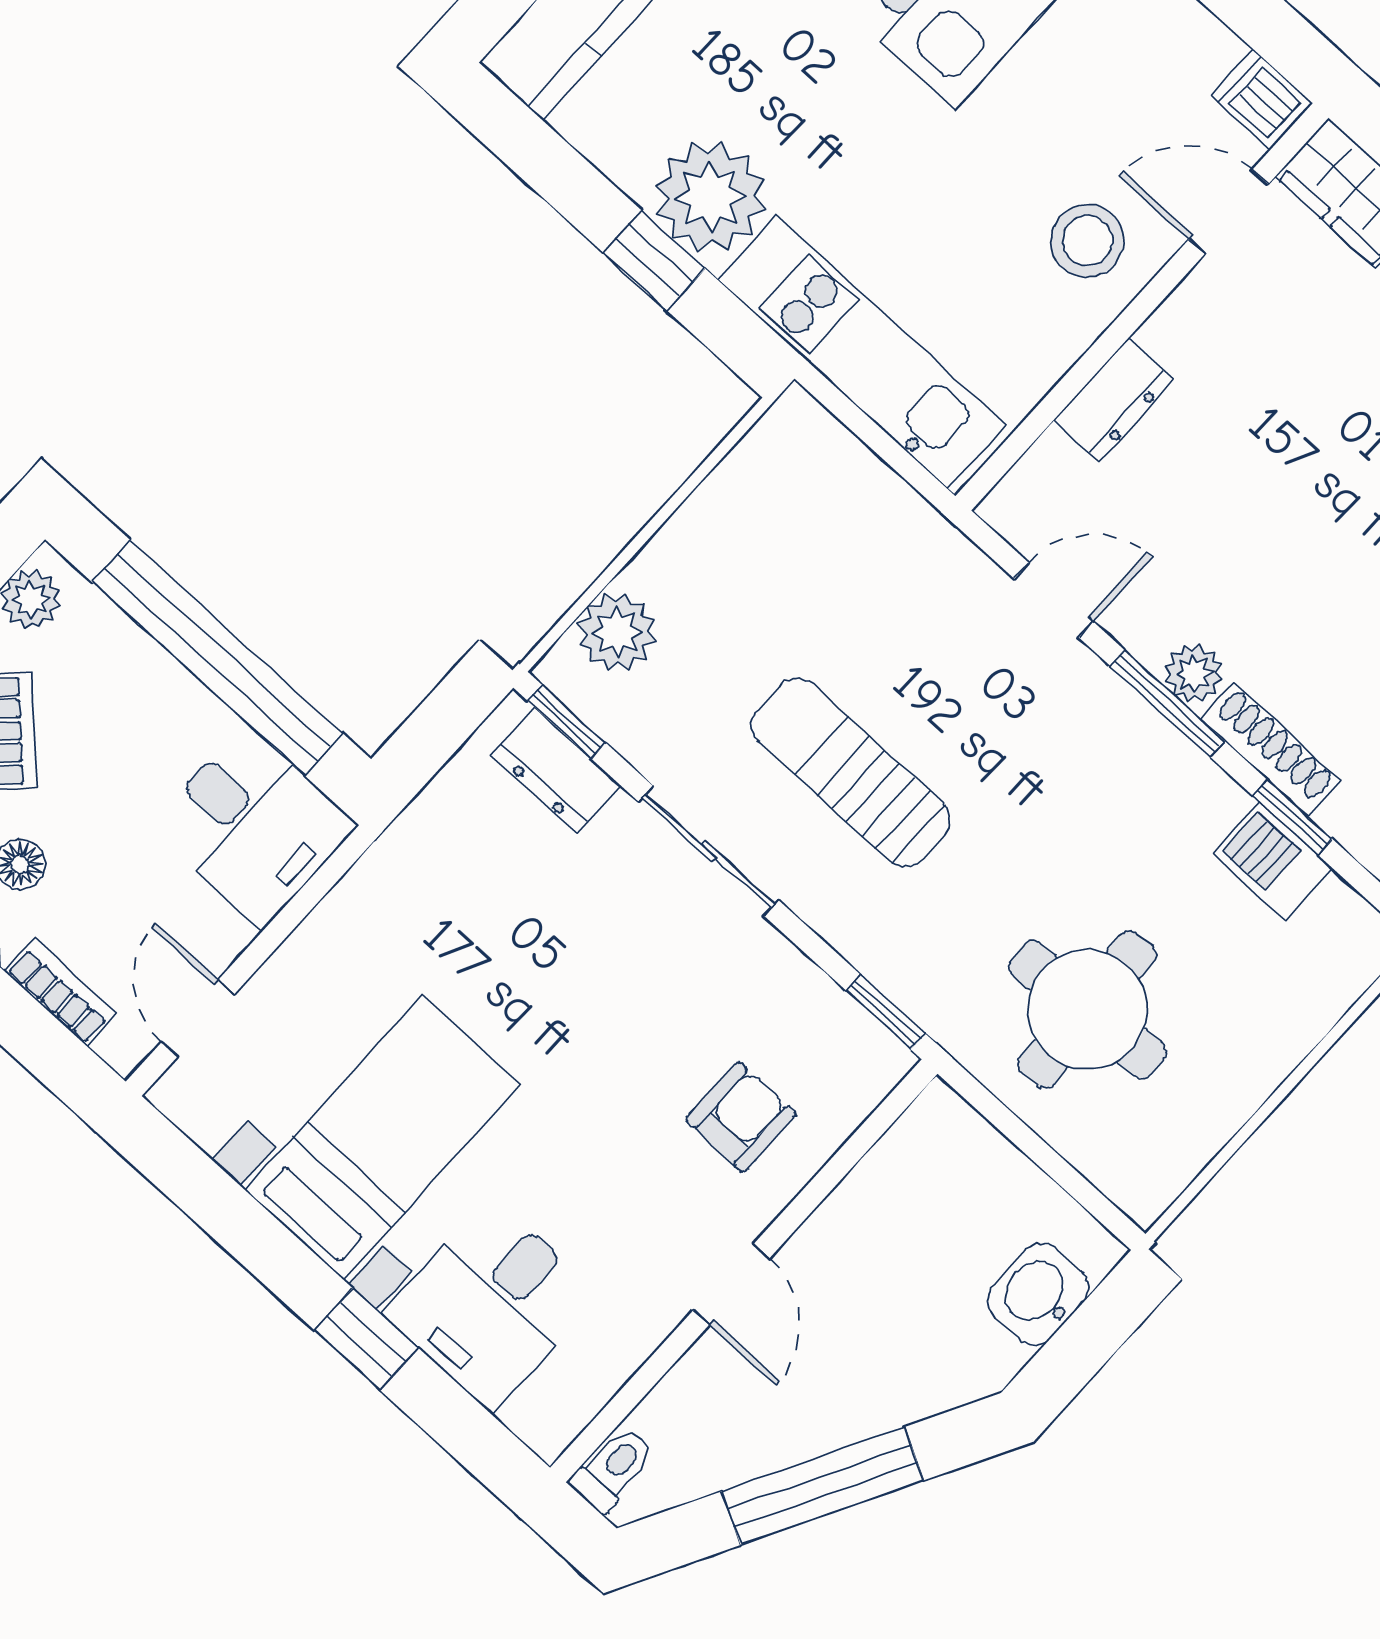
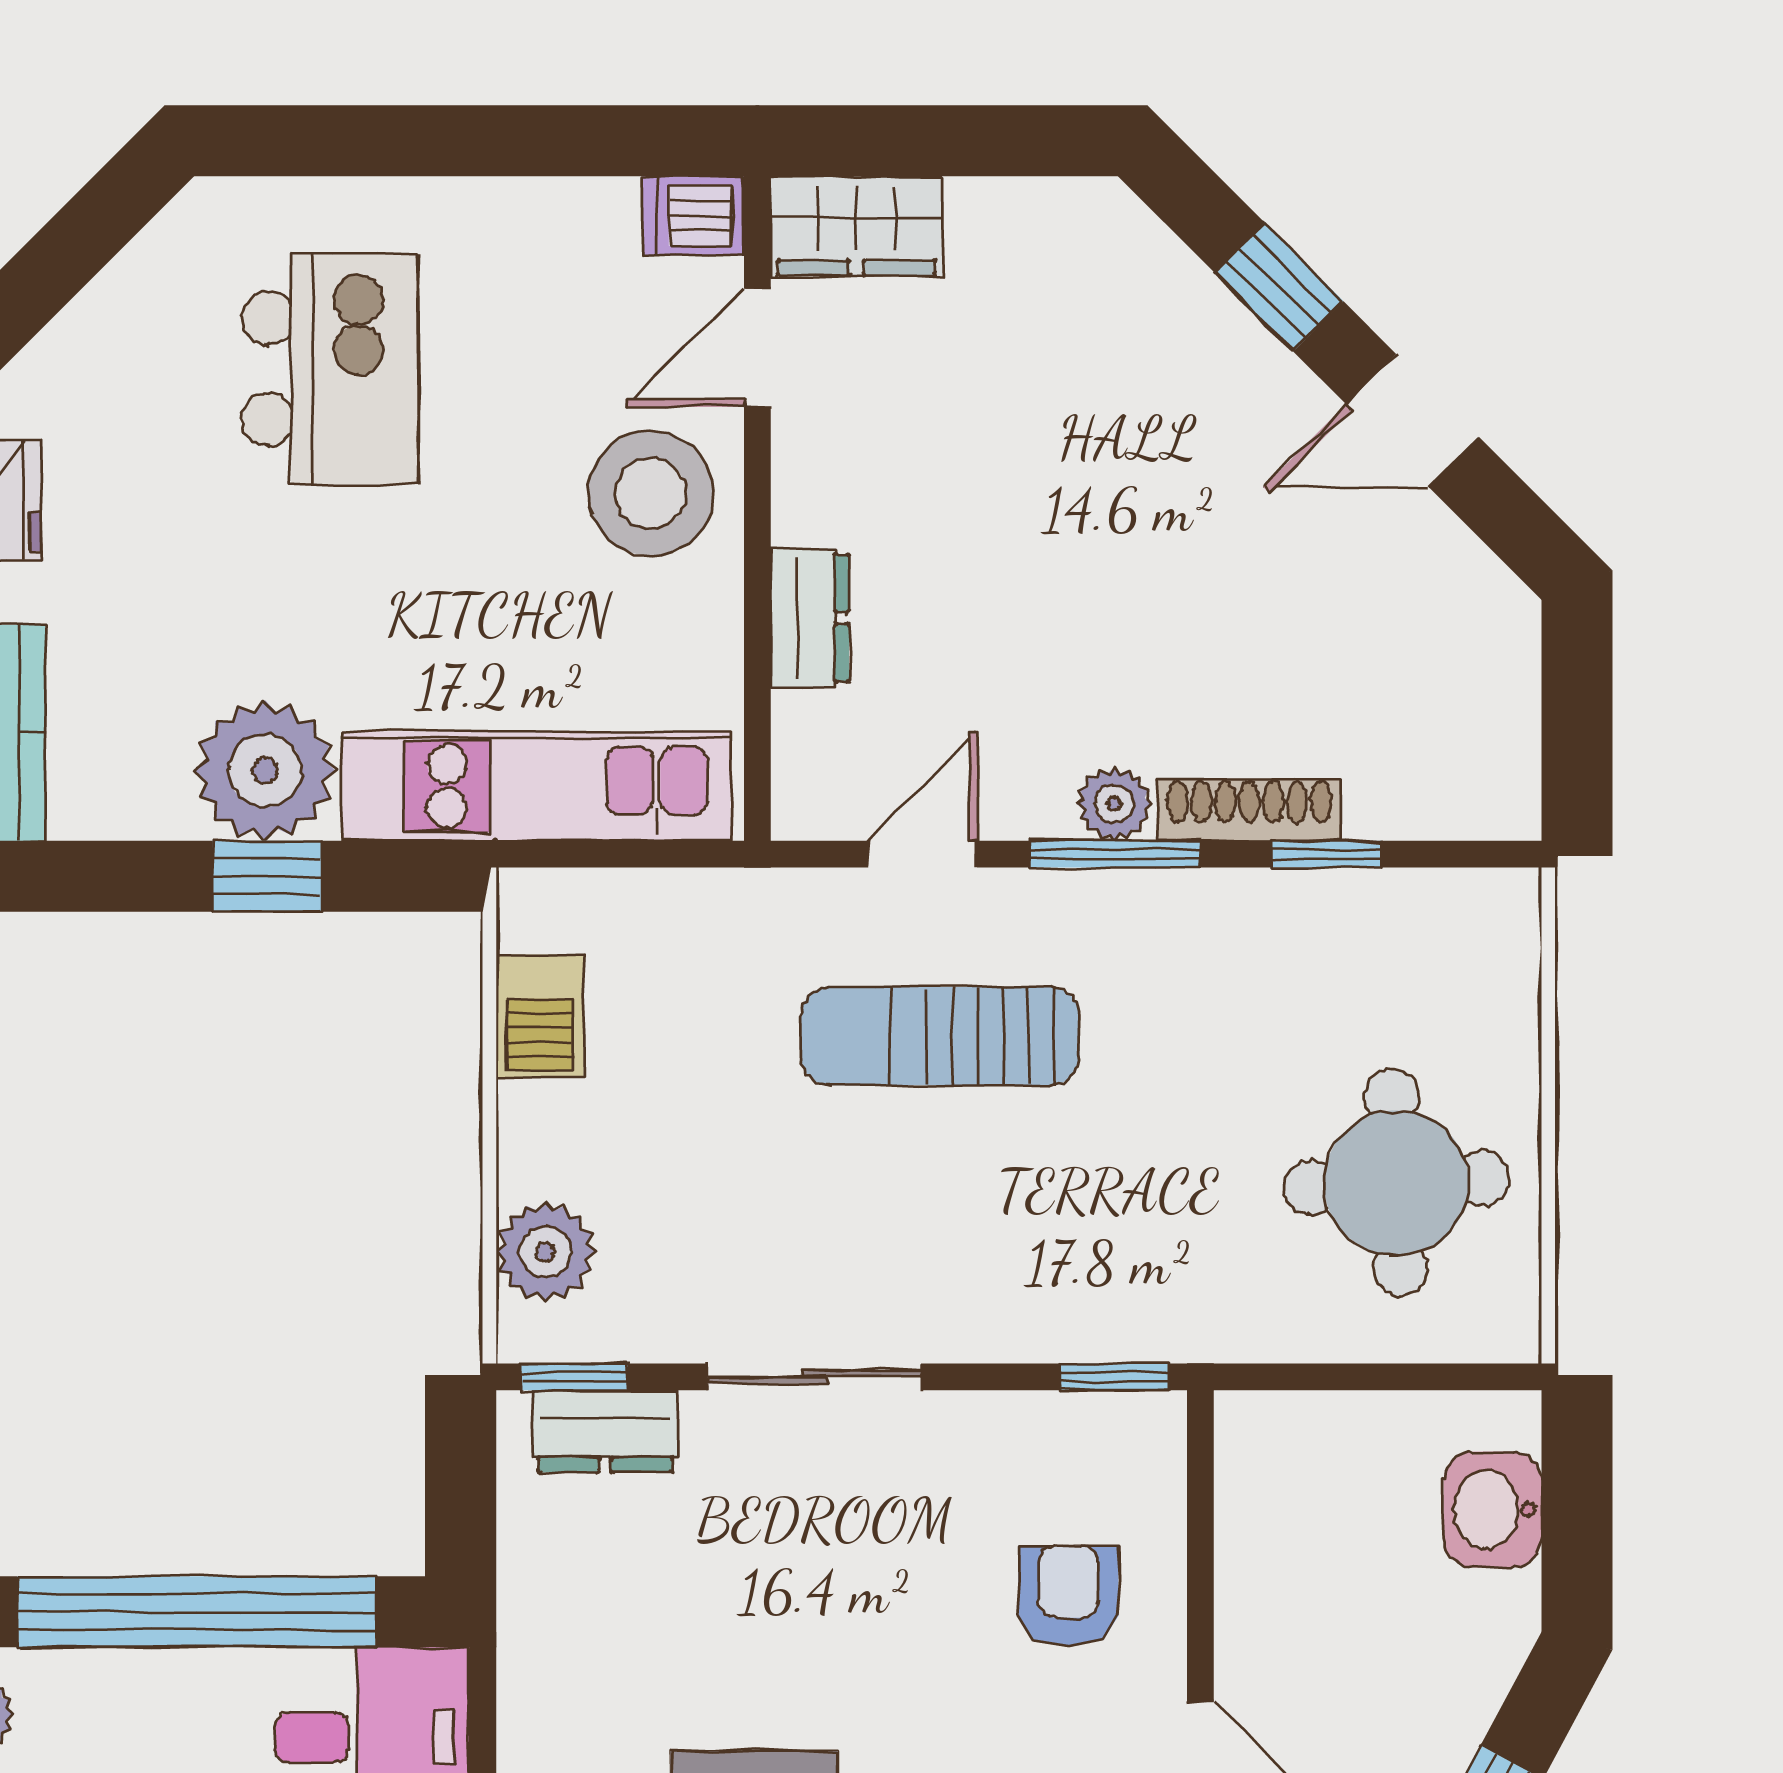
stool: (1087, 241) -> (651, 493), width x1.38, depth x1.38
sun lounger: (851, 773) -> (940, 1036), moved
barbecue: (1273, 861) -> (540, 1016), moved, turned -90
round table: (1087, 1009) -> (1396, 1183), moved

